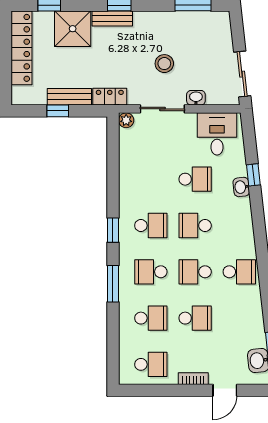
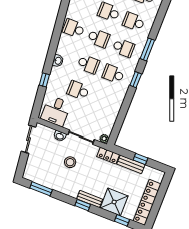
washbasin: (241, 187) -> (58, 61), moved

